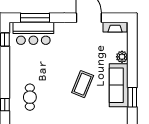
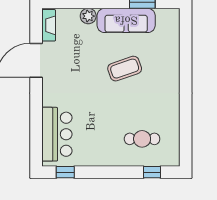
window: (35, 18) -> (36, 132), removed
coffee table: (83, 84) -> (125, 69), turned -41

